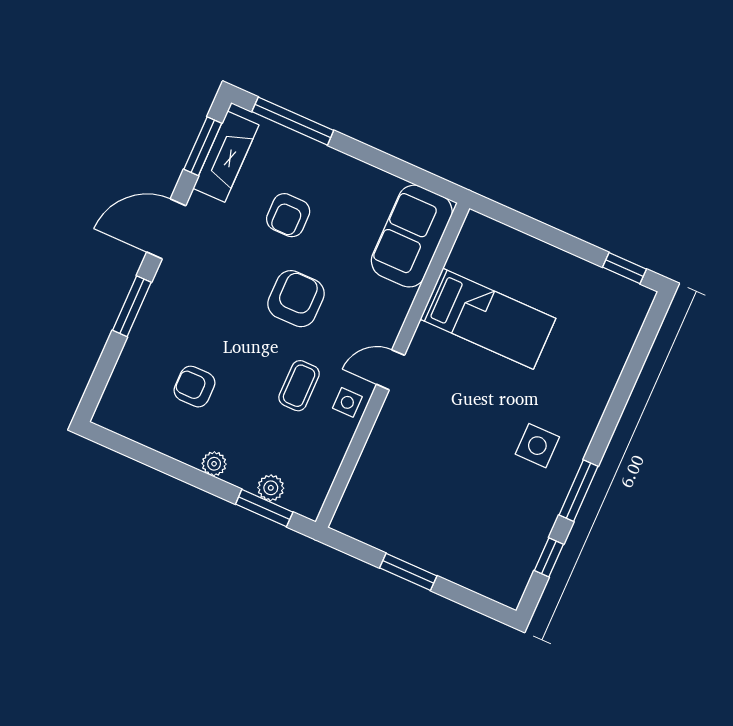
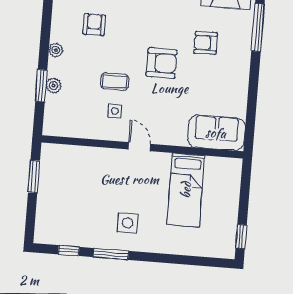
sofa: (412, 236) -> (216, 133), moved
bed: (488, 319) -> (186, 190), moved
wall: (393, 365) -> (142, 147), moved
door: (390, 370) -> (139, 147), moved

